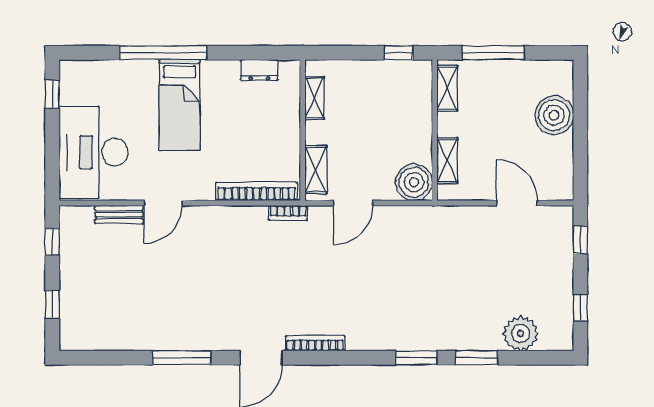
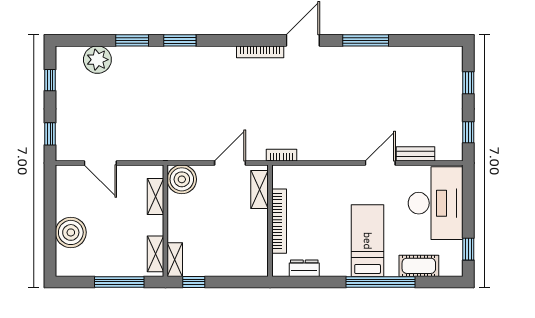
cot: (115, 73) -> (419, 266), added
shelving: (315, 98) -> (175, 260), moved
bookcase: (257, 191) -> (279, 221), moved, turned -90

